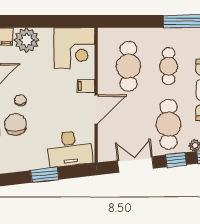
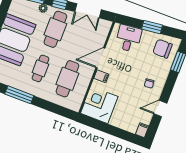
plant: (27, 40) -> (129, 123), removed
chair: (15, 124) -> (162, 49), moved, turned 94
desk: (69, 149) -> (128, 38), width x0.73

